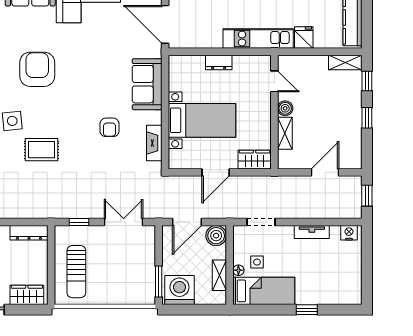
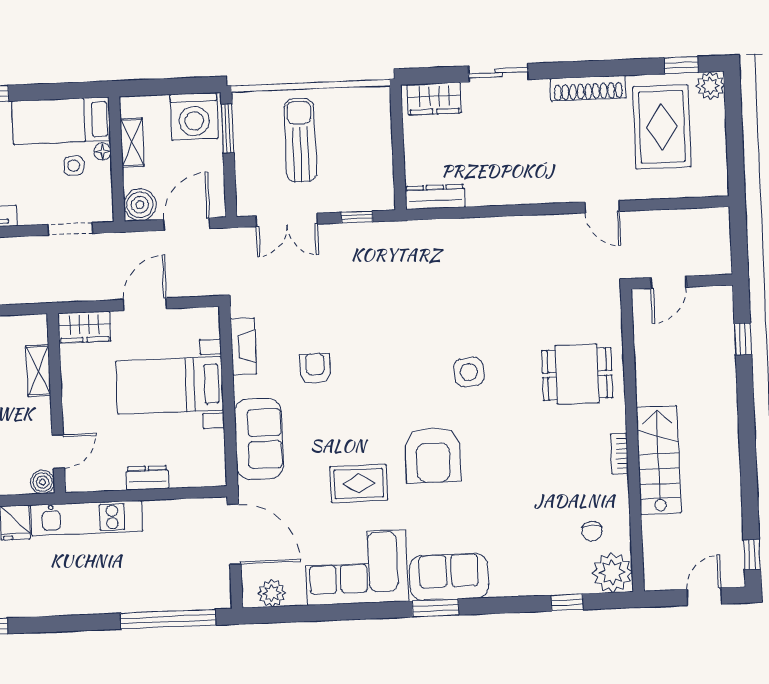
door: (274, 81) -> (58, 452), swing flipped
boiler: (285, 108) -> (43, 482), moved
rug: (42, 150) -> (359, 483), moved
sun lounger: (76, 272) -> (300, 140), moved

